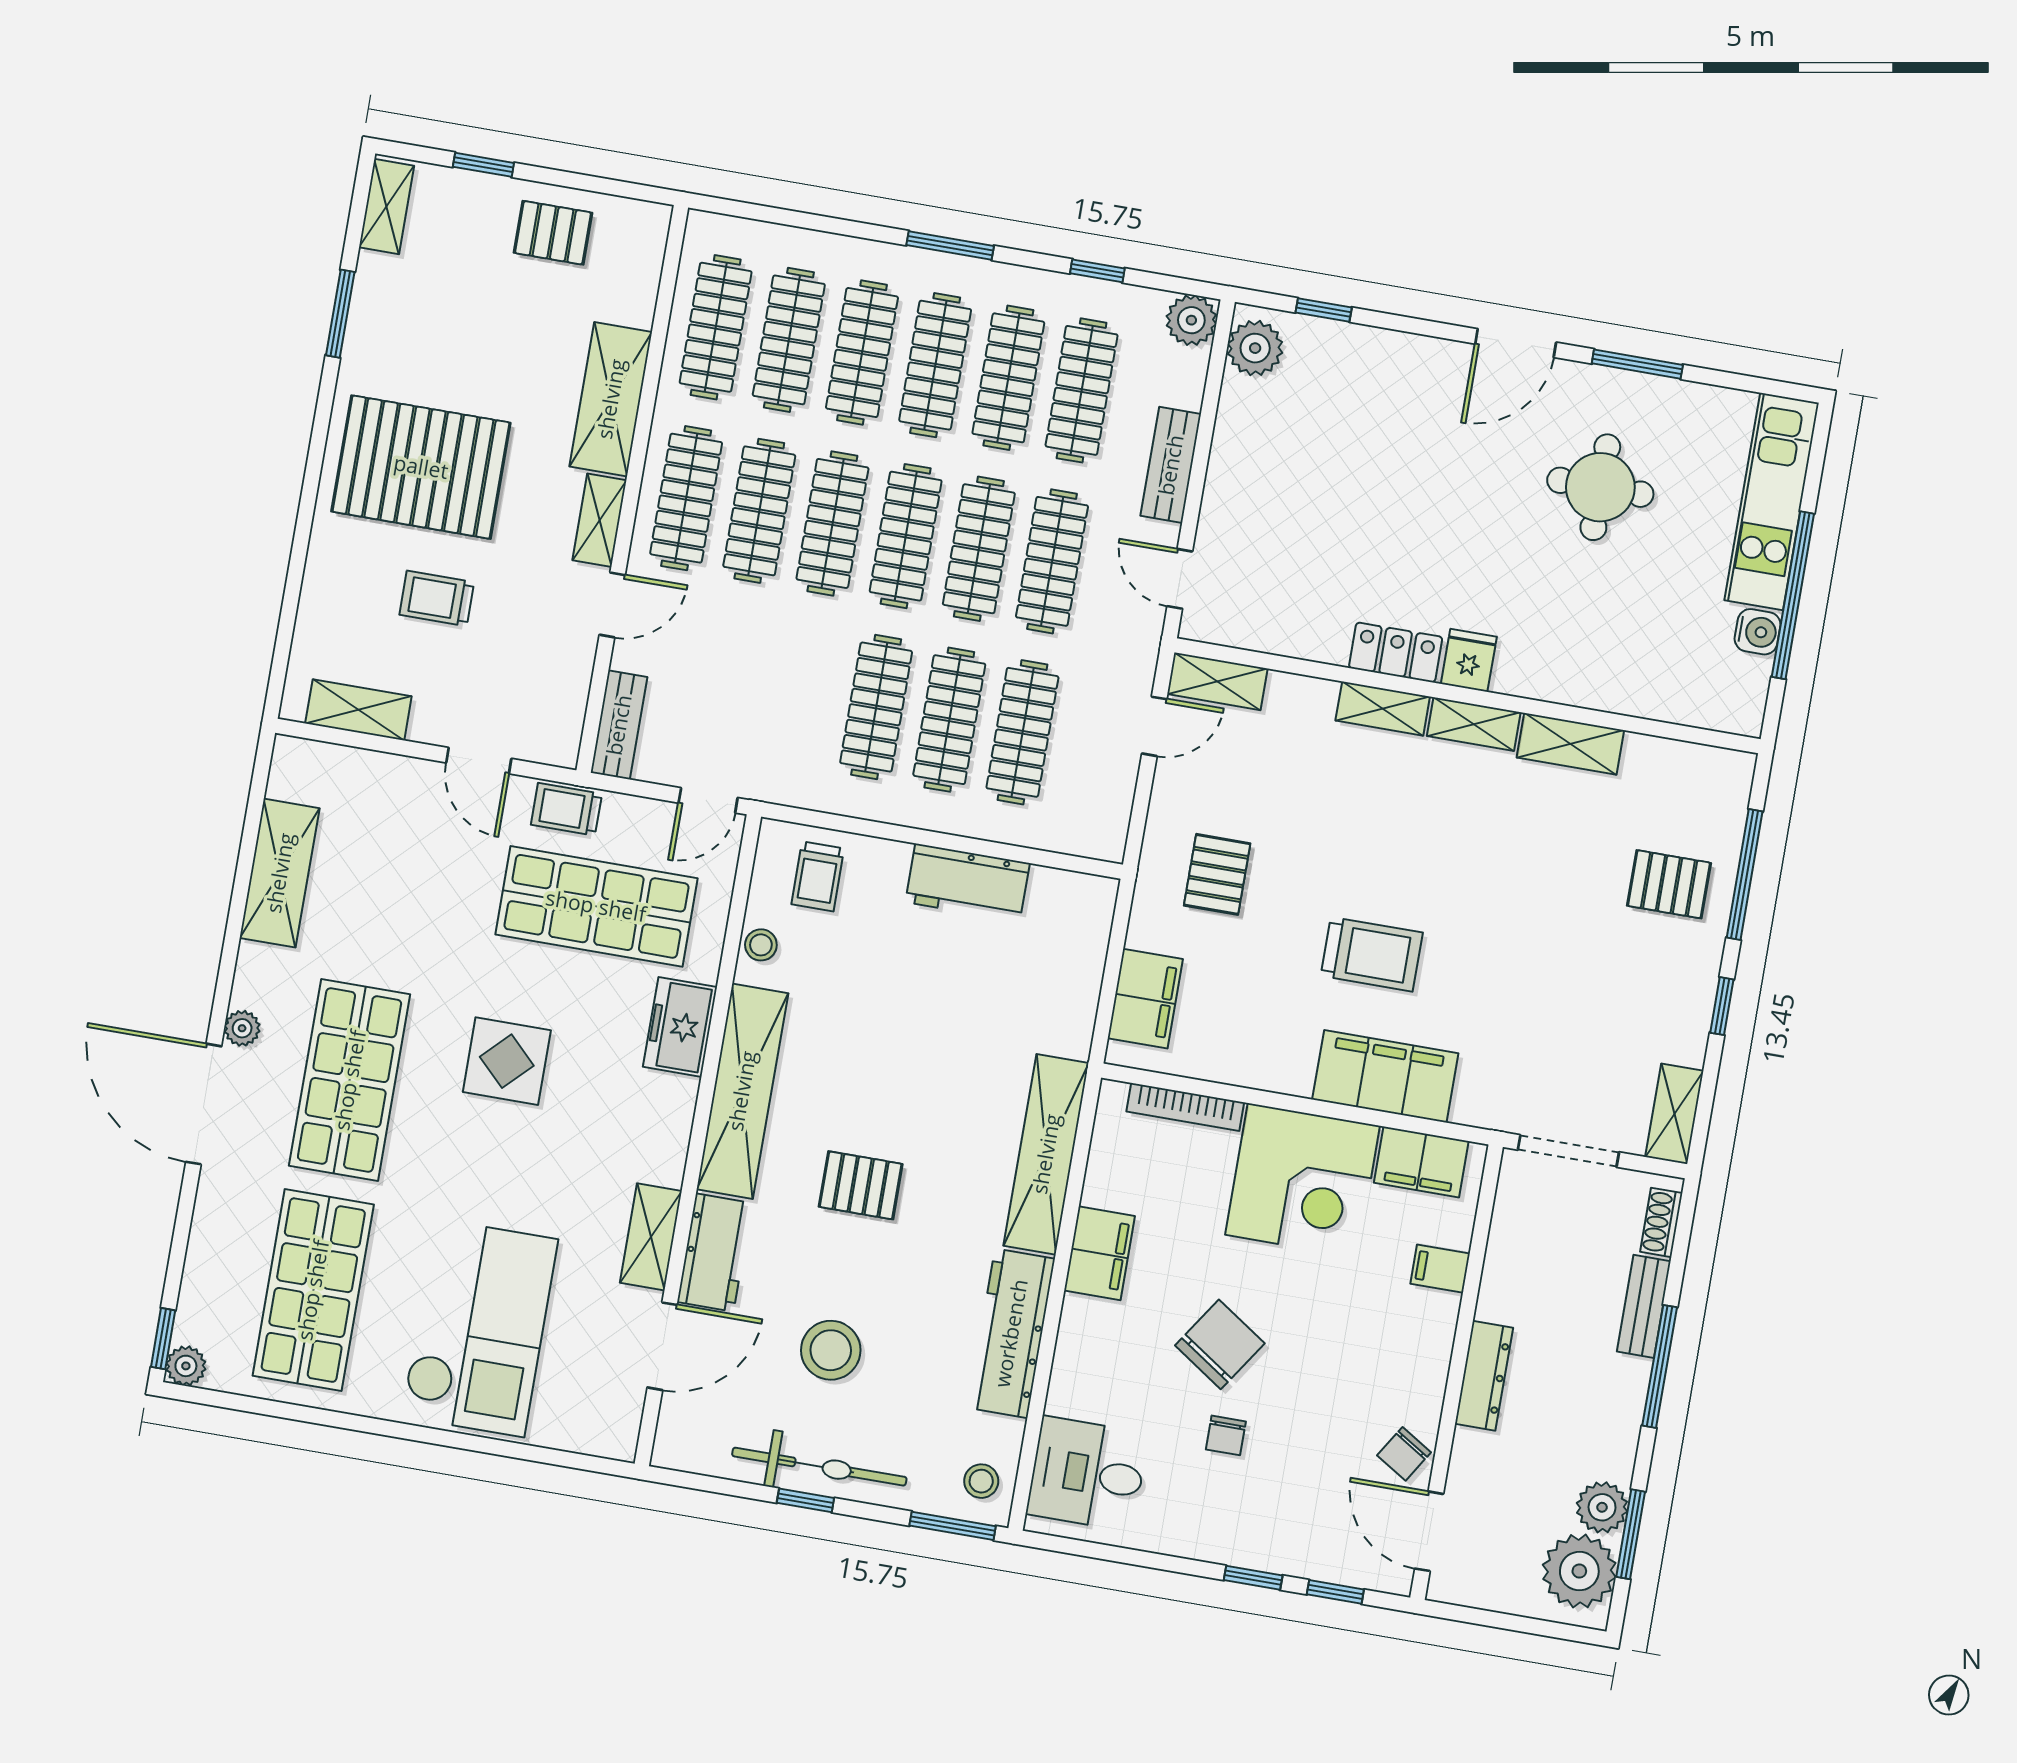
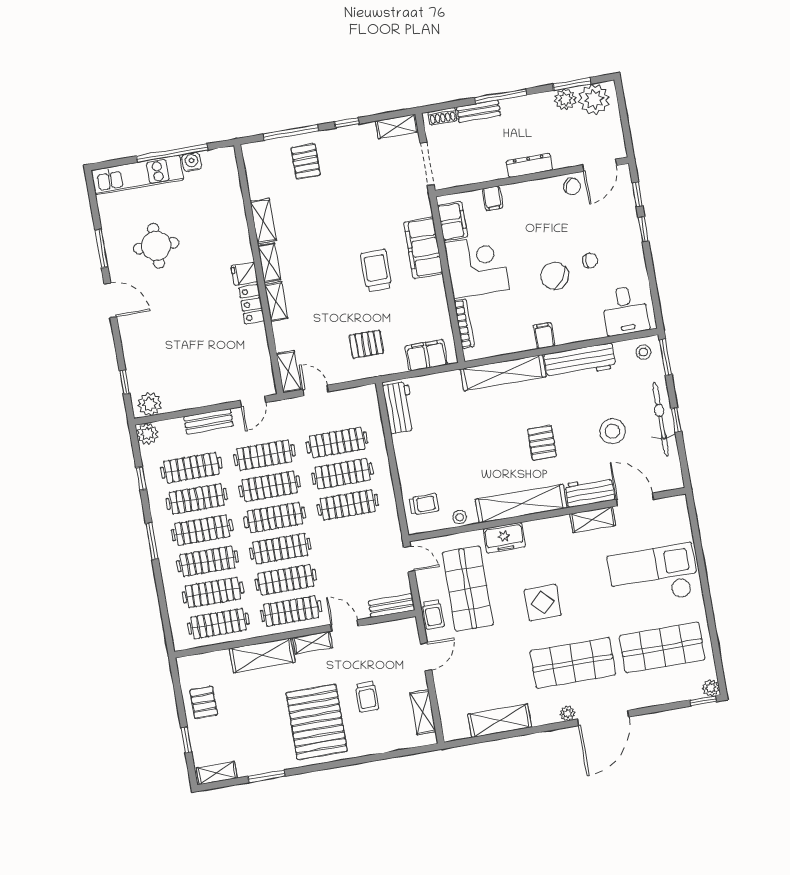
workbench: (968, 883) -> (399, 408), moved
filing cabinet: (1099, 1253) -> (544, 336), width x0.50

